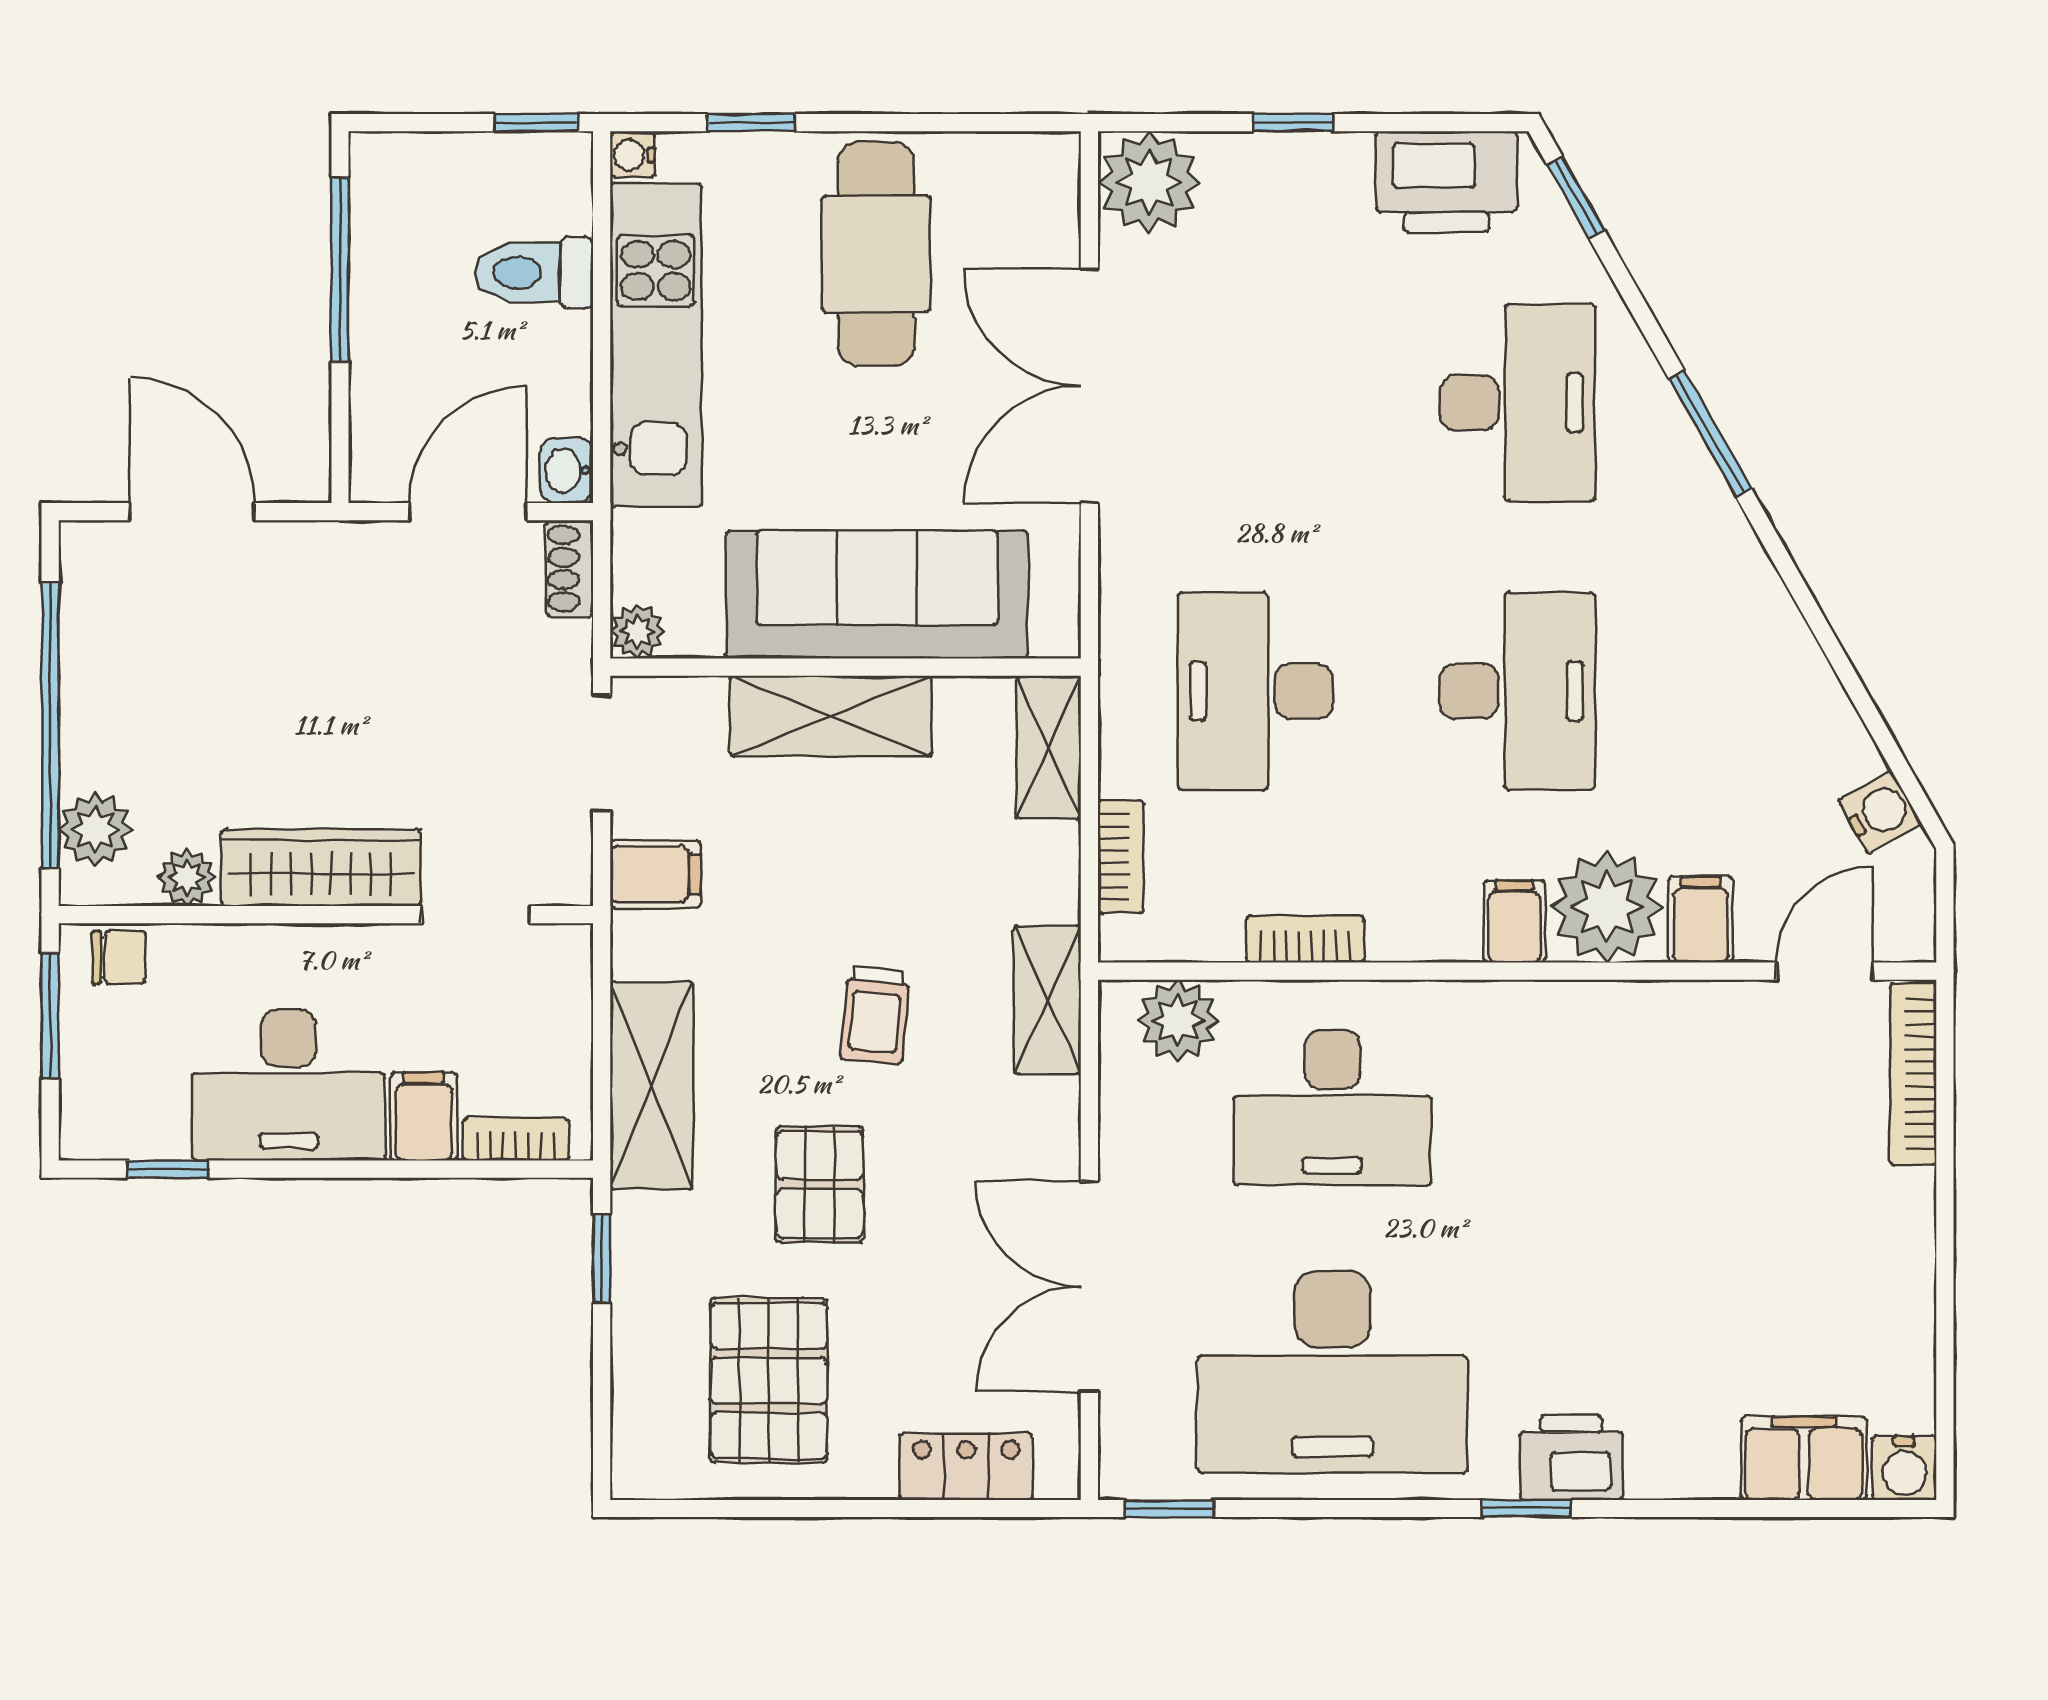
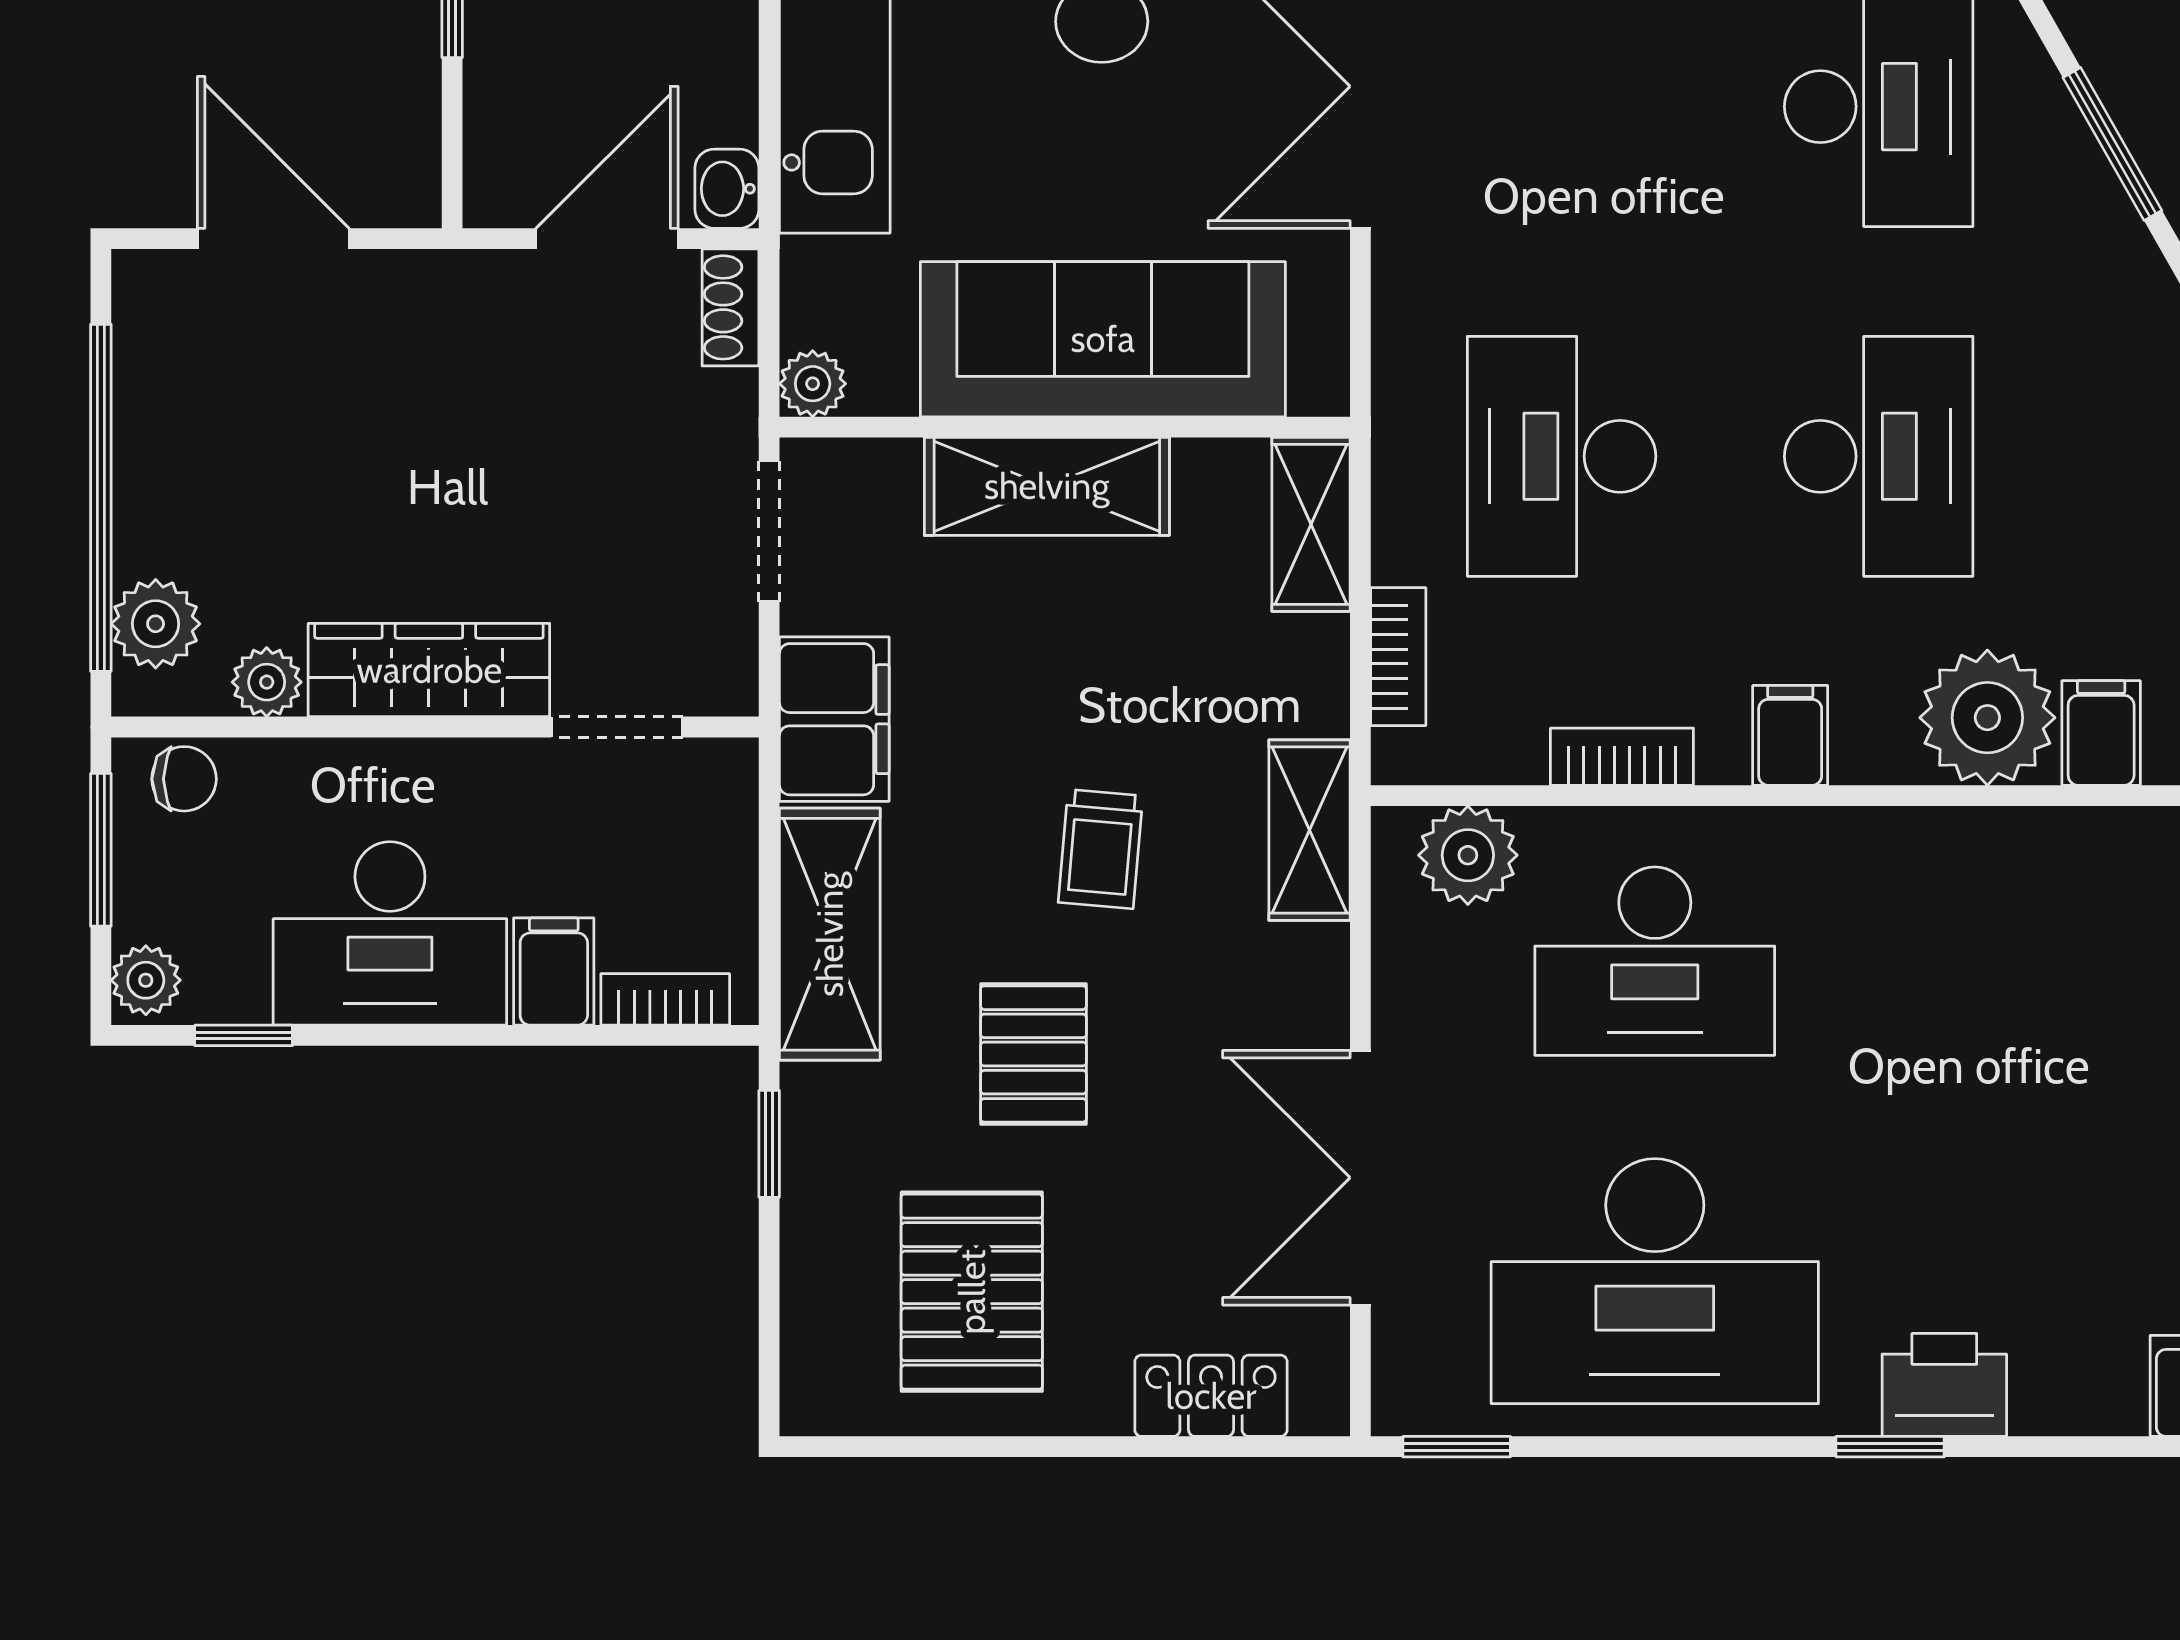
filing cabinet: (655, 874) -> (834, 719), width x2.00
filing cabinet: (1514, 921) -> (1790, 735), moved
plant: (87, 1124) -> (146, 980), added

